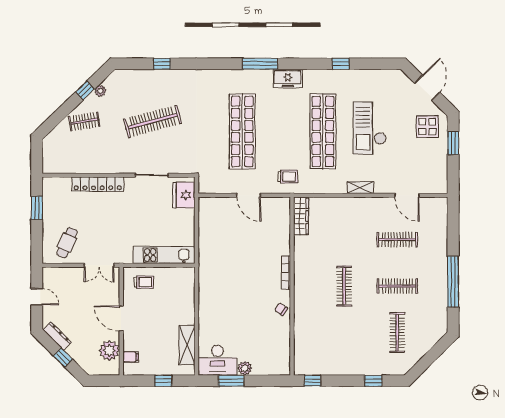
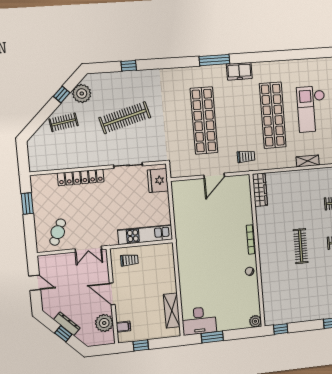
window: (341, 64) -> (283, 55), removed
plant: (100, 91) -> (82, 94), width x1.88, depth x1.88
door: (249, 195) -> (214, 176), hinge flipped
dresser: (57, 336) -> (67, 324), moved
plant: (245, 368) -> (255, 321), moved
window: (163, 381) -> (141, 345), moved

